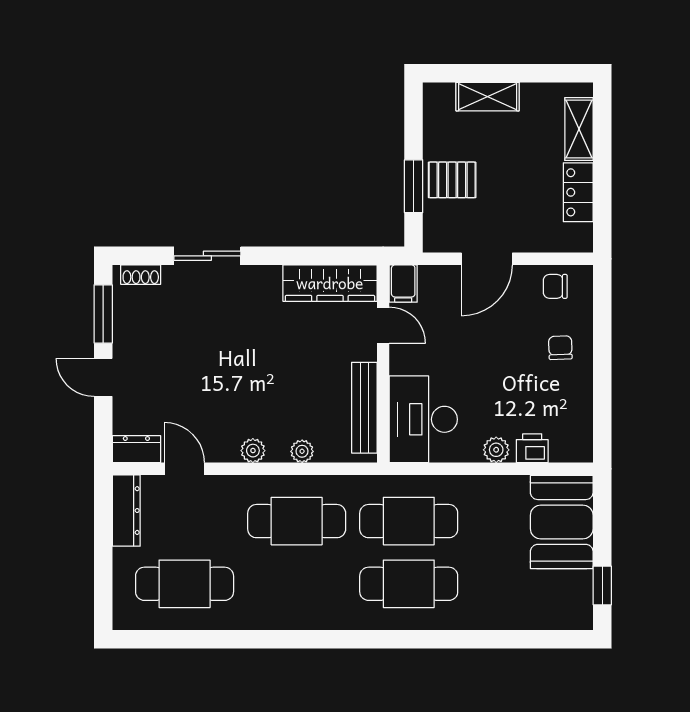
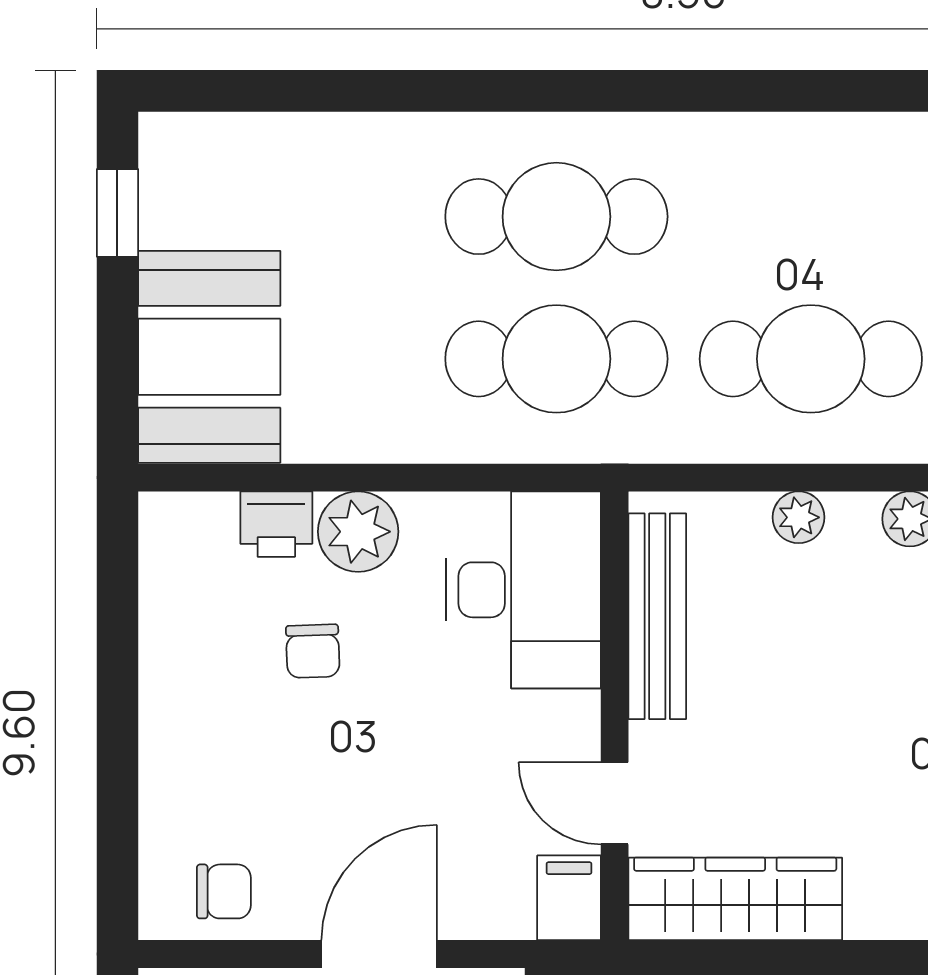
chair: (560, 348) -> (313, 651), moved
plant: (496, 450) -> (358, 532), width x1.38, depth x1.38

